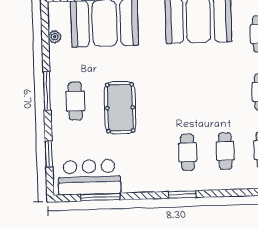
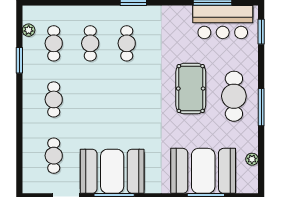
cafe table: (75, 101) -> (234, 96), width x1.37, depth x1.35
window: (49, 154) -> (261, 32), moved

